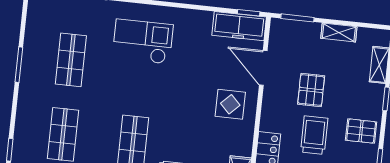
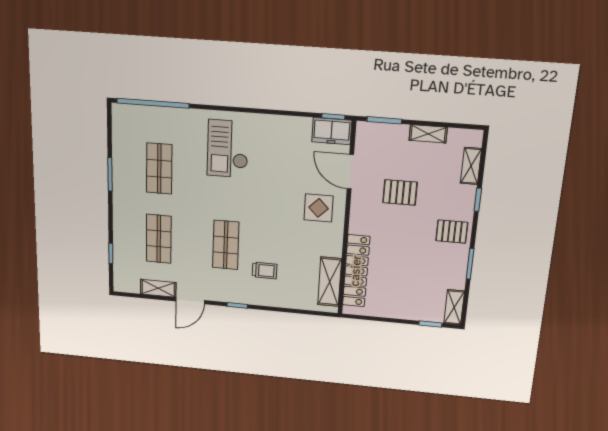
freezer: (239, 26) -> (332, 131), width x0.71
checkout: (143, 42) -> (228, 149), turned -90
pallet: (311, 90) -> (400, 192), turned 90
trolley: (314, 135) -> (404, 236), removed

